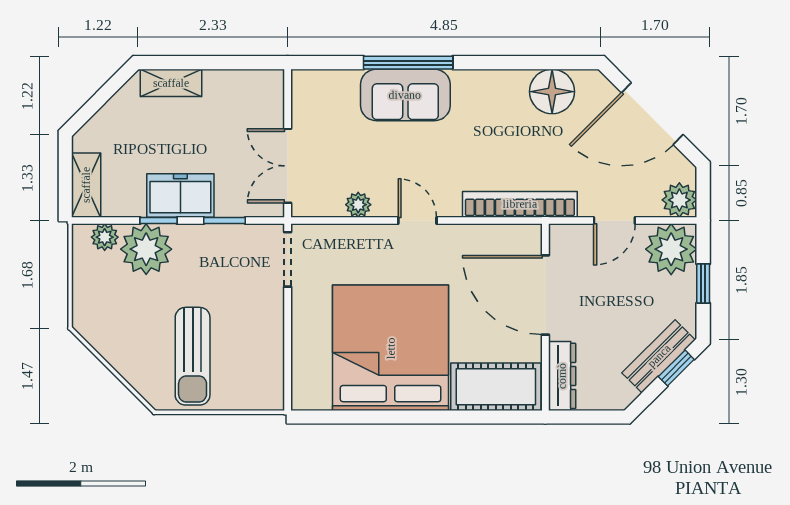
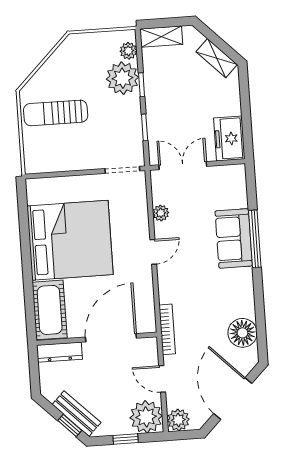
shelving: (171, 83) -> (217, 58), moved, turned -45
freezer: (180, 195) -> (229, 138), moved, turned 180
bookcase: (520, 204) -> (167, 329), width x0.68, depth x0.76

